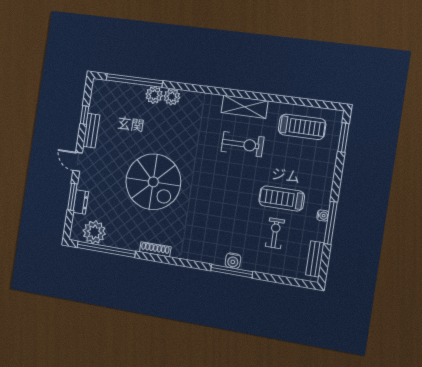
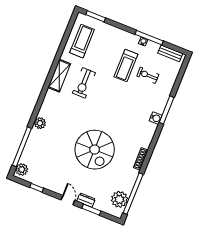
plant: (154, 95) -> (22, 169), moved
bench: (91, 131) -> (49, 185), removed
exercise bike: (242, 144) -> (84, 83), turned 180
door: (78, 162) -> (68, 200), swing flipped
spiral stairs: (153, 182) -> (95, 150), turned 90
dresser: (81, 202) -> (86, 200), moved
water cooler: (233, 261) -> (156, 118), moved

